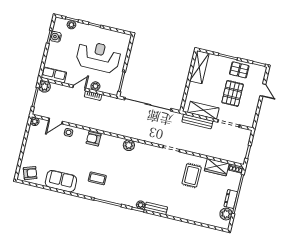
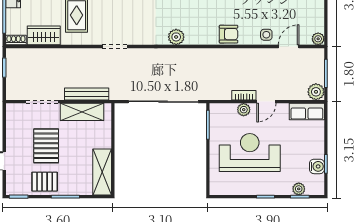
reception desk: (98, 57) -> (250, 153), turned 180

